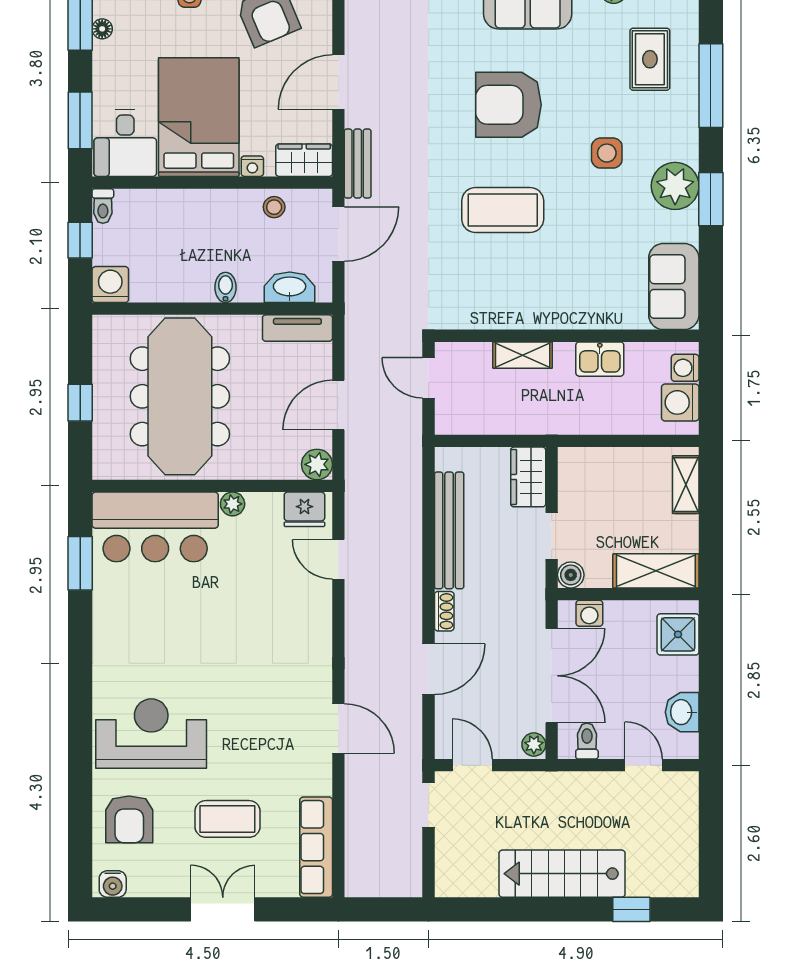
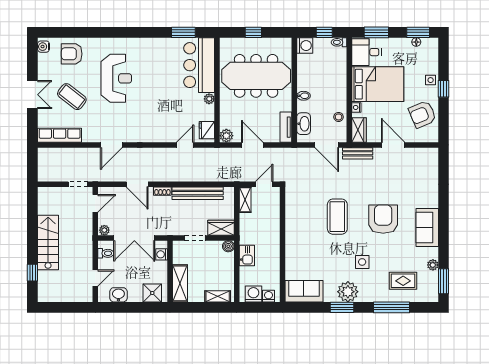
shelving: (523, 355) -> (245, 200), moved
kitchen sink: (600, 359) -> (247, 255), moved, turned 180
boiler: (571, 575) -> (228, 246), moved
reception desk: (151, 734) -> (116, 78), moved
coffee table: (227, 819) -> (72, 97), turned -52

